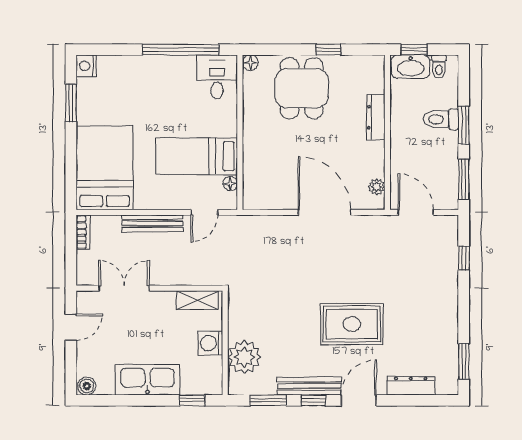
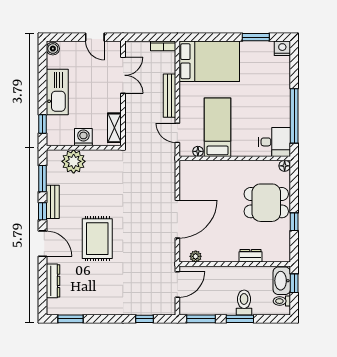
dresser: (376, 117) -> (250, 256), width x0.70
bench: (309, 386) -> (53, 202), width x0.73

